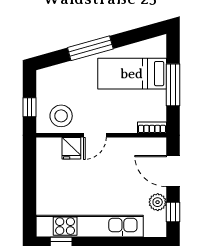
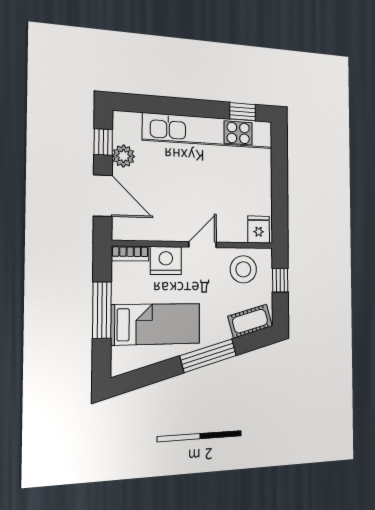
cot: (56, 75) -> (250, 321), added
nightstand: (124, 122) -> (166, 261), added
fridge: (71, 148) -> (259, 230), moved

